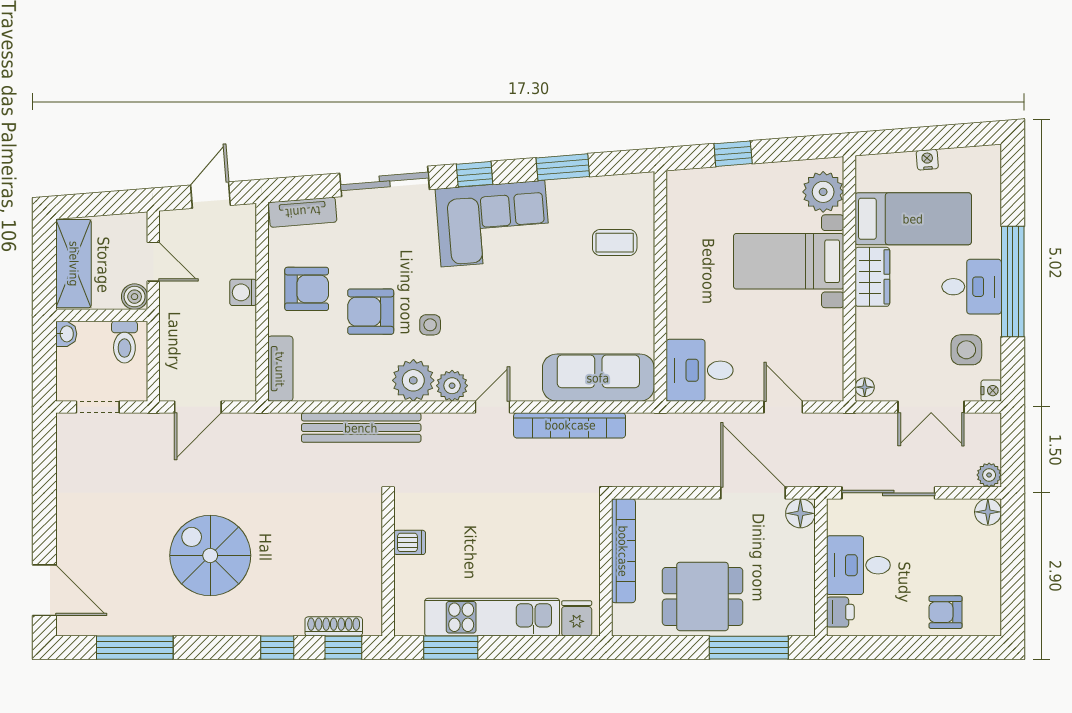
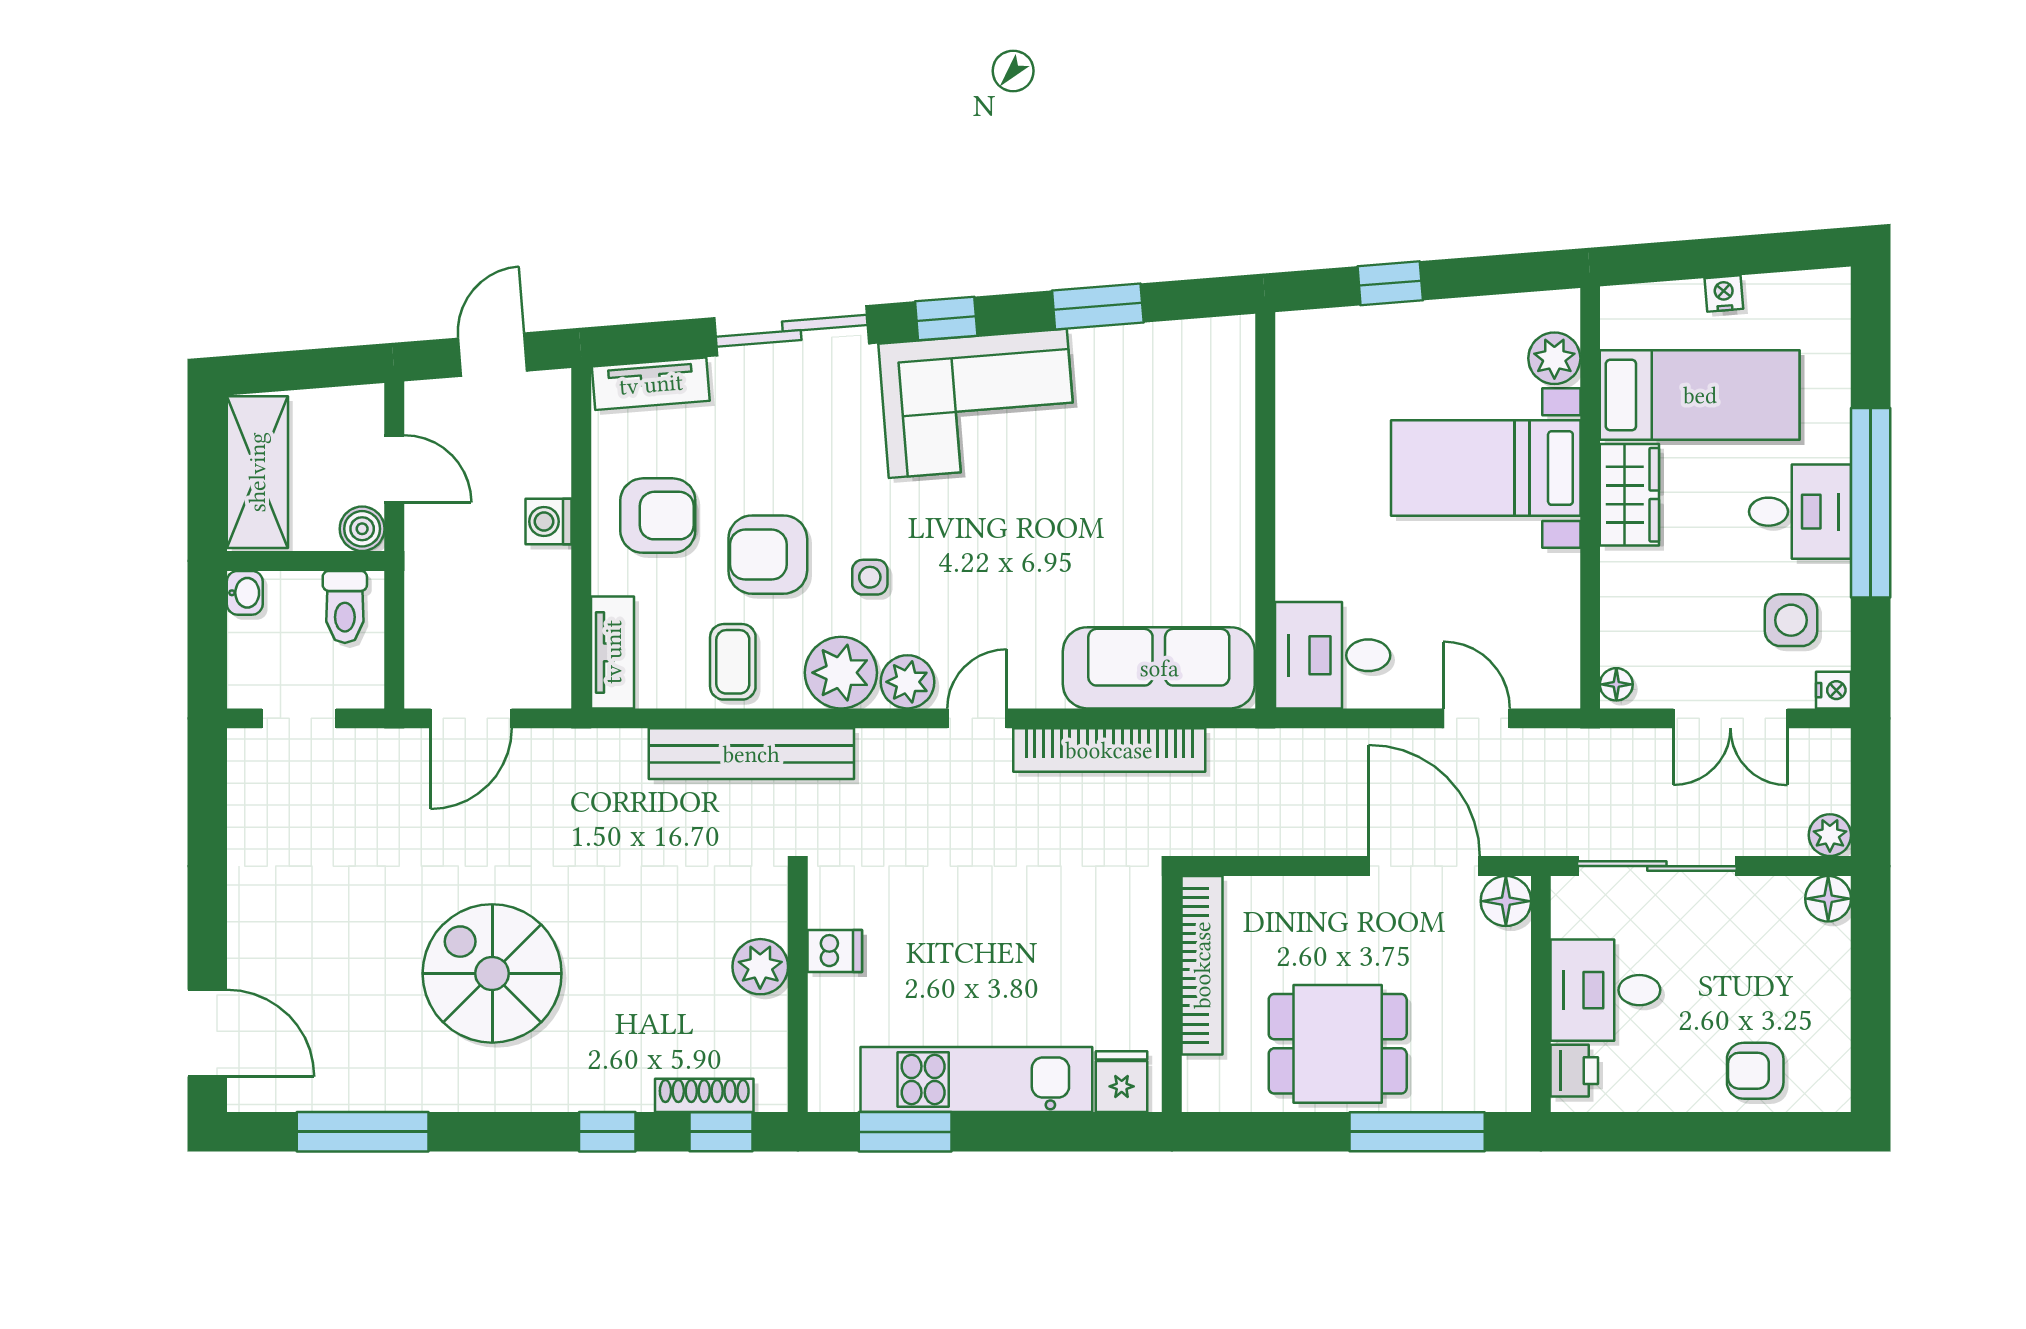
plant: (823, 192) -> (1554, 358), width x0.73, depth x0.73
coffee table: (615, 243) -> (733, 662), moved, turned 90
plant: (366, 552) -> (760, 967), added

